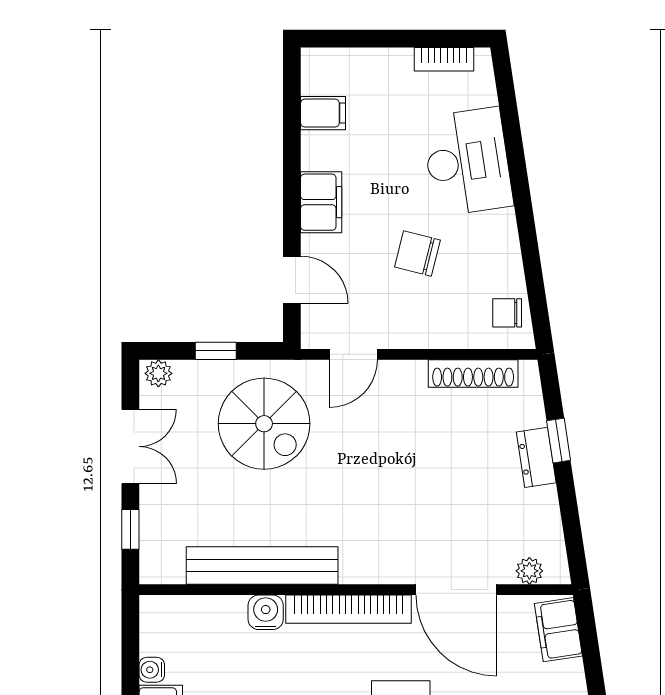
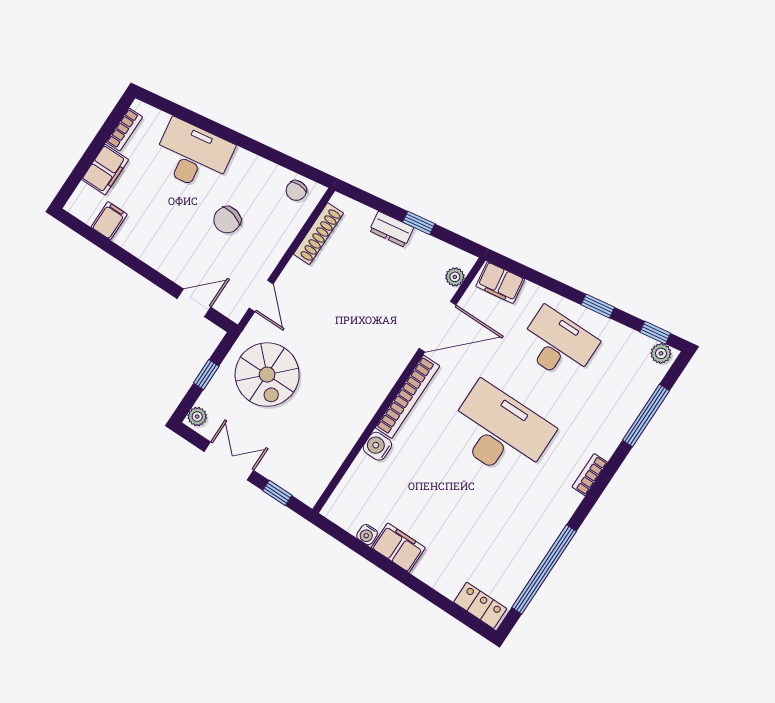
filing cabinet: (321, 202) -> (105, 170), moved, turned 90
spiral stairs: (264, 424) -> (267, 375), turned 90
window: (559, 441) -> (419, 223), moved
bench: (262, 566) -> (349, 430), removed

